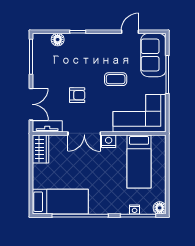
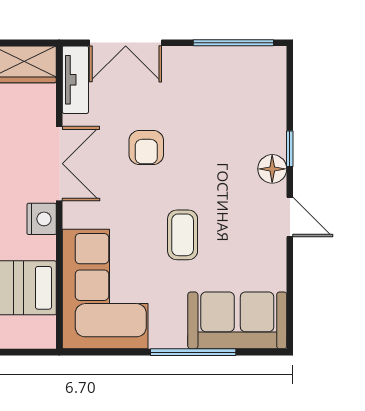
door: (130, 32) -> (290, 217), moved
floor lamp: (58, 40) -> (272, 169), moved
double door: (84, 133) -> (59, 164), swing flipped

